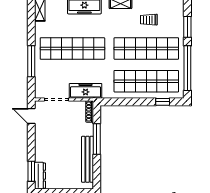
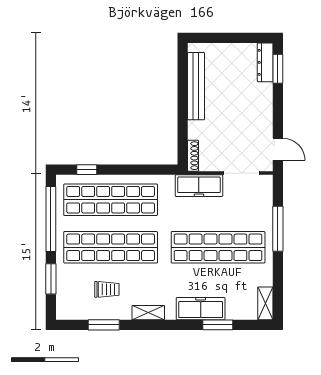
window: (97, 139) -> (183, 116), removed

